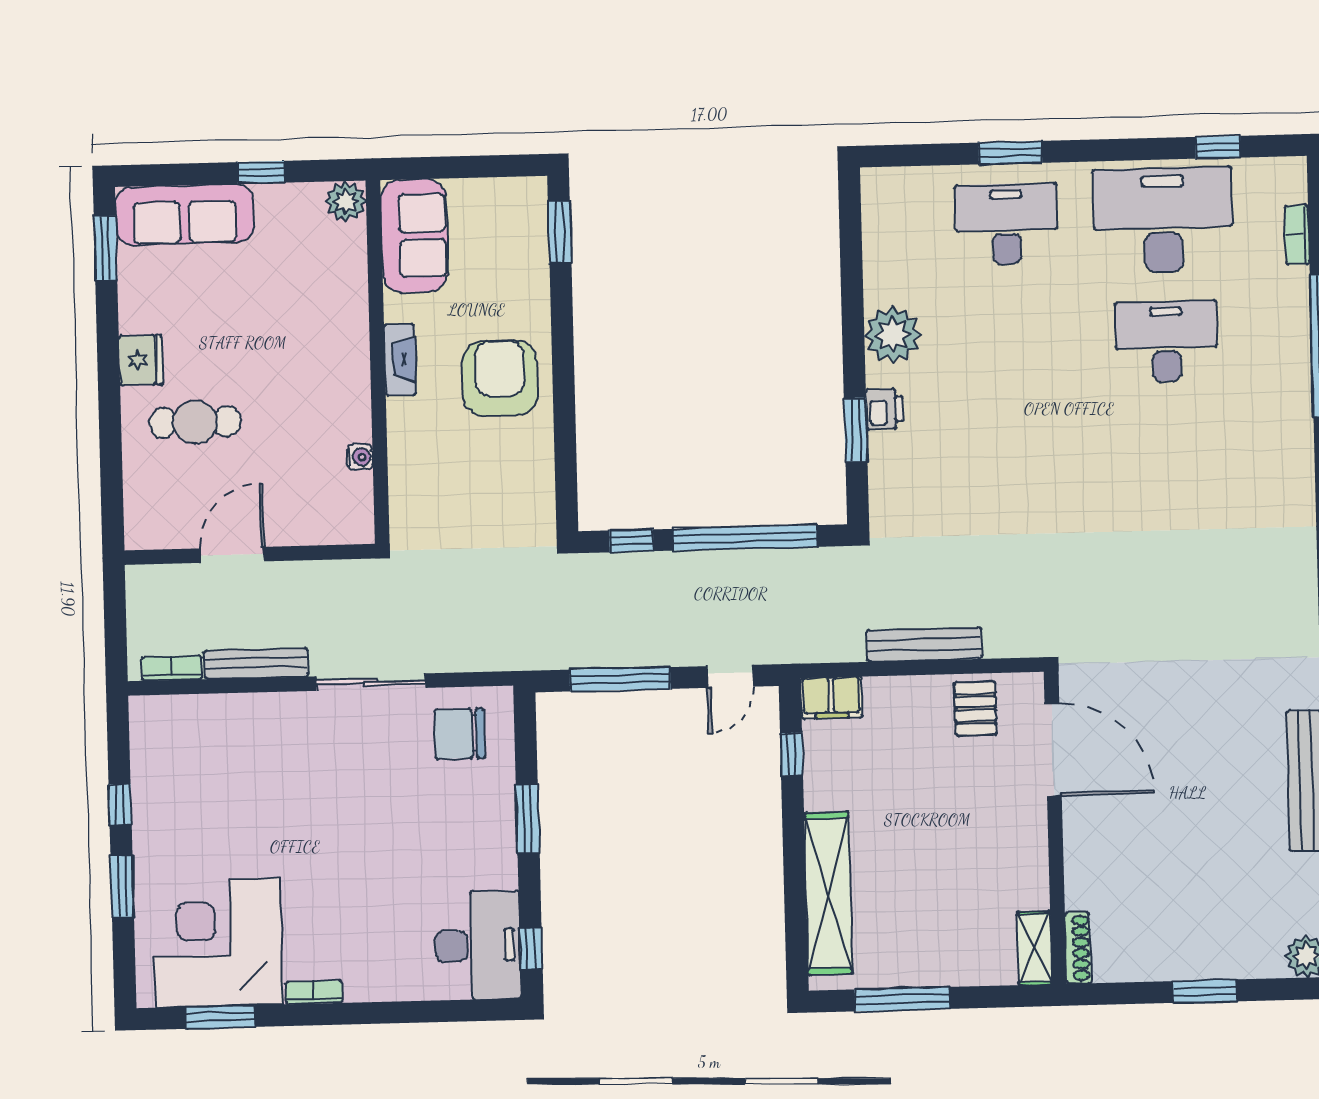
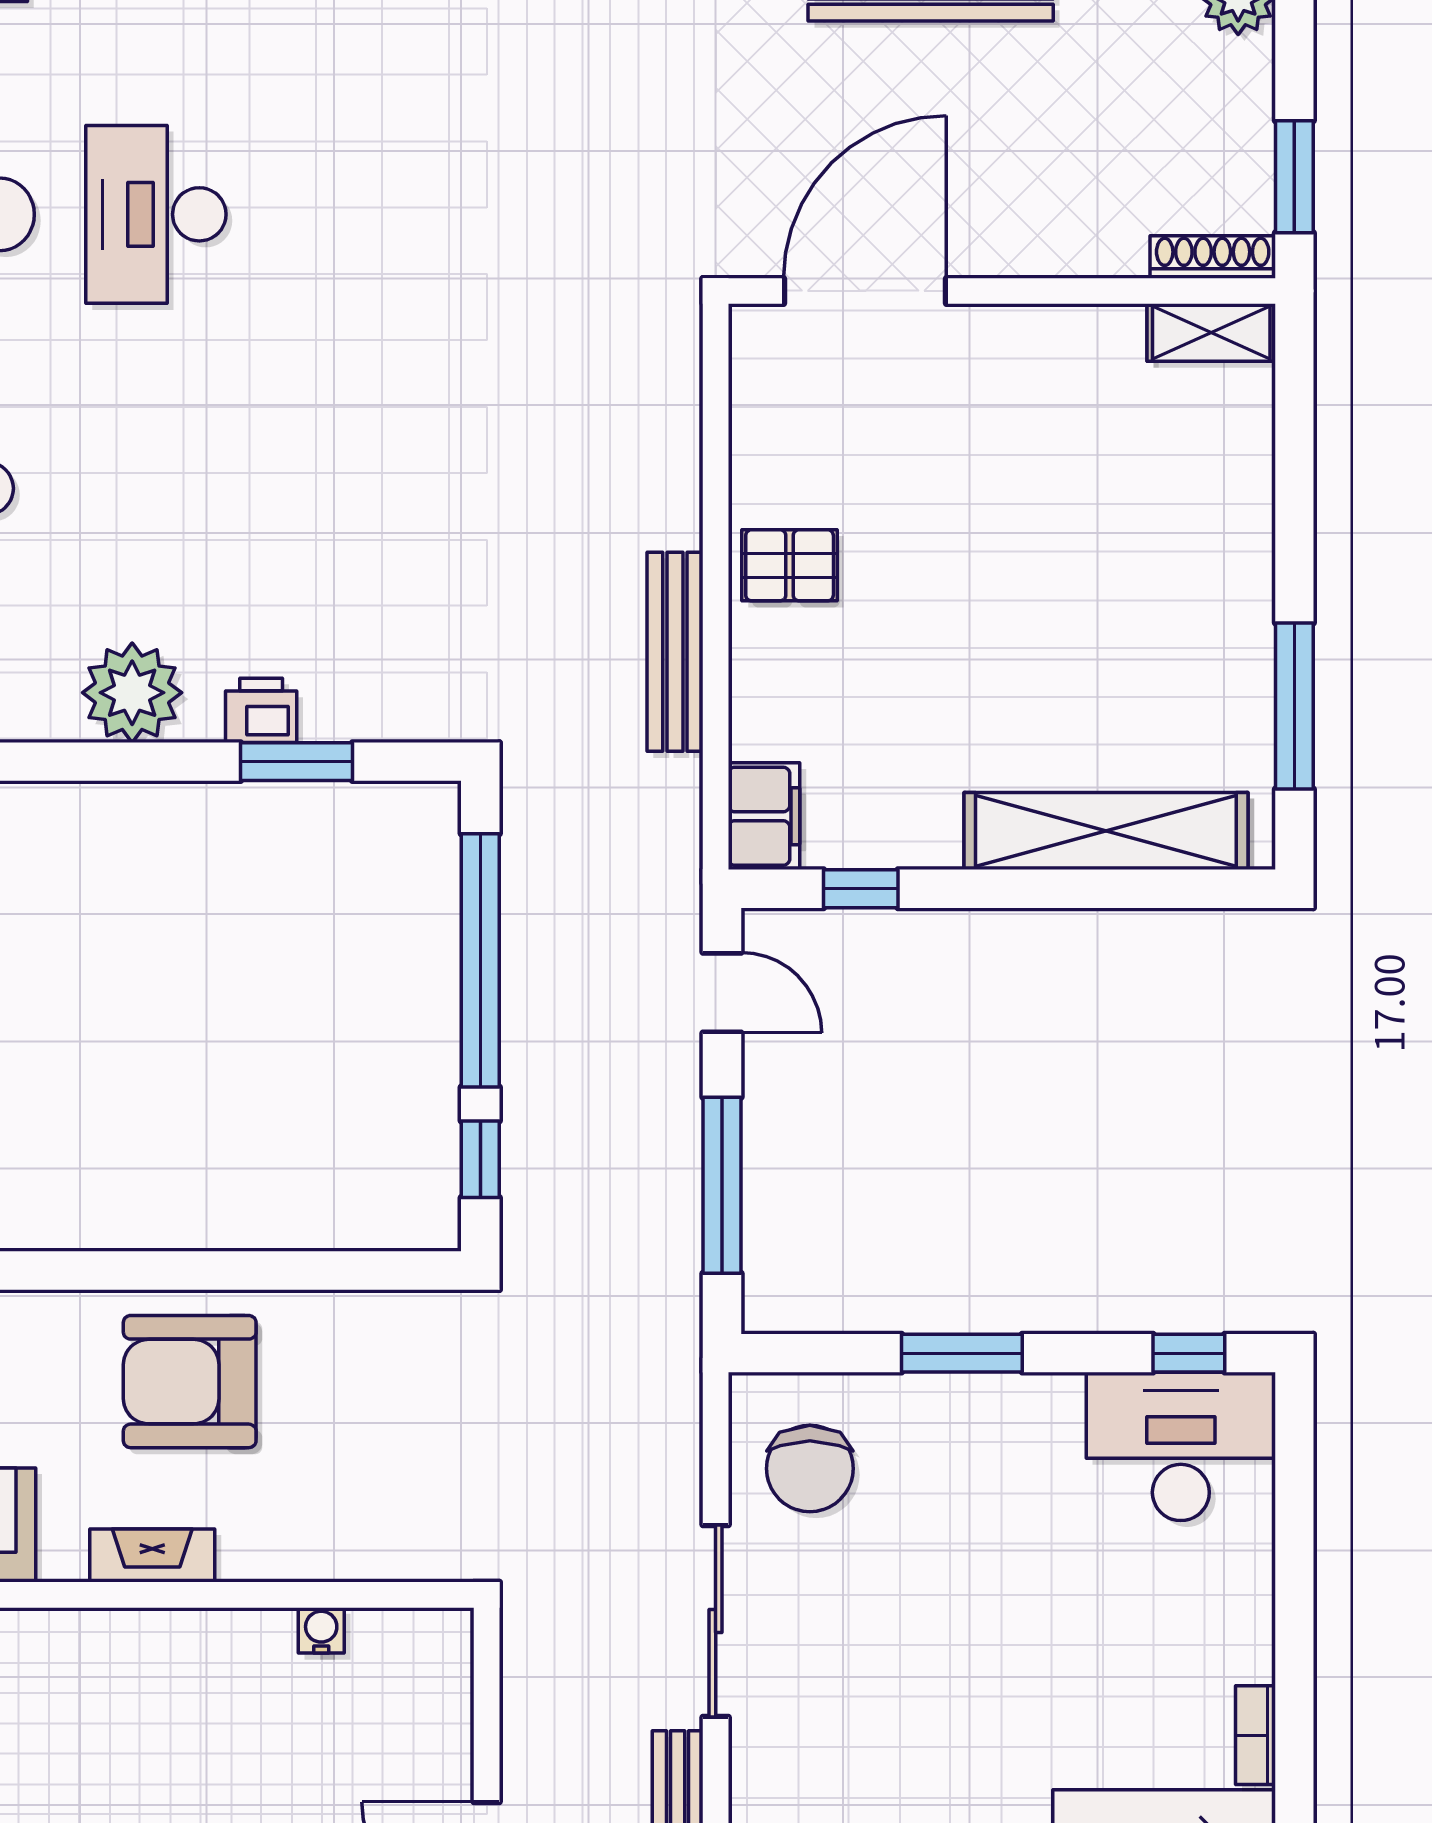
door: (1053, 750) -> (865, 291), moved
wall: (1055, 828) -> (1002, 291), moved
shelving: (1035, 948) -> (1211, 333), moved
shoe rack: (1078, 948) -> (1213, 257), moved

